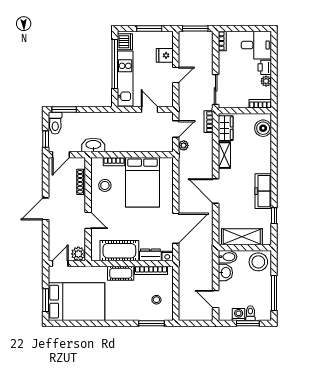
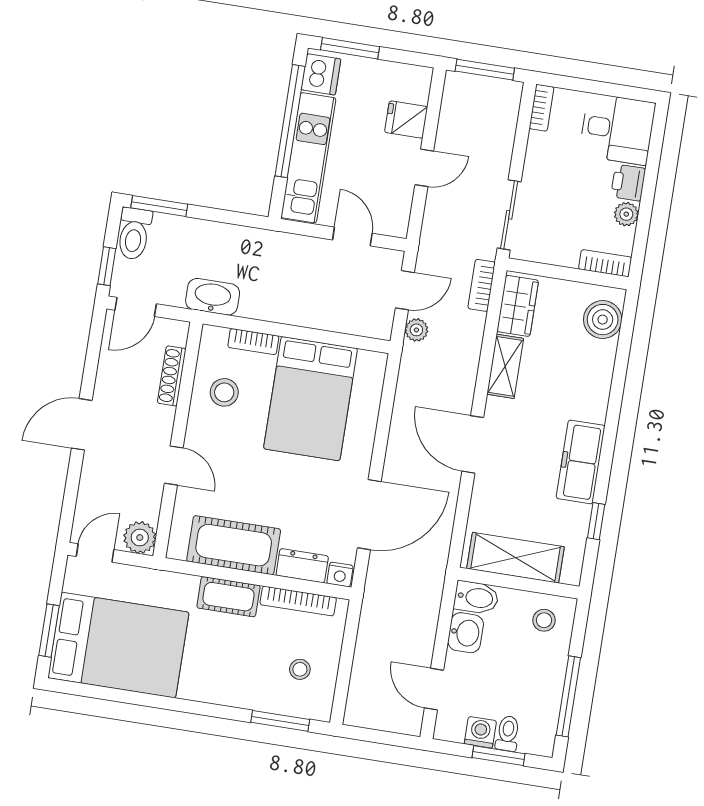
window: (149, 28) -> (350, 48), moved
stool: (258, 262) -> (544, 620), width x0.53, depth x0.53

